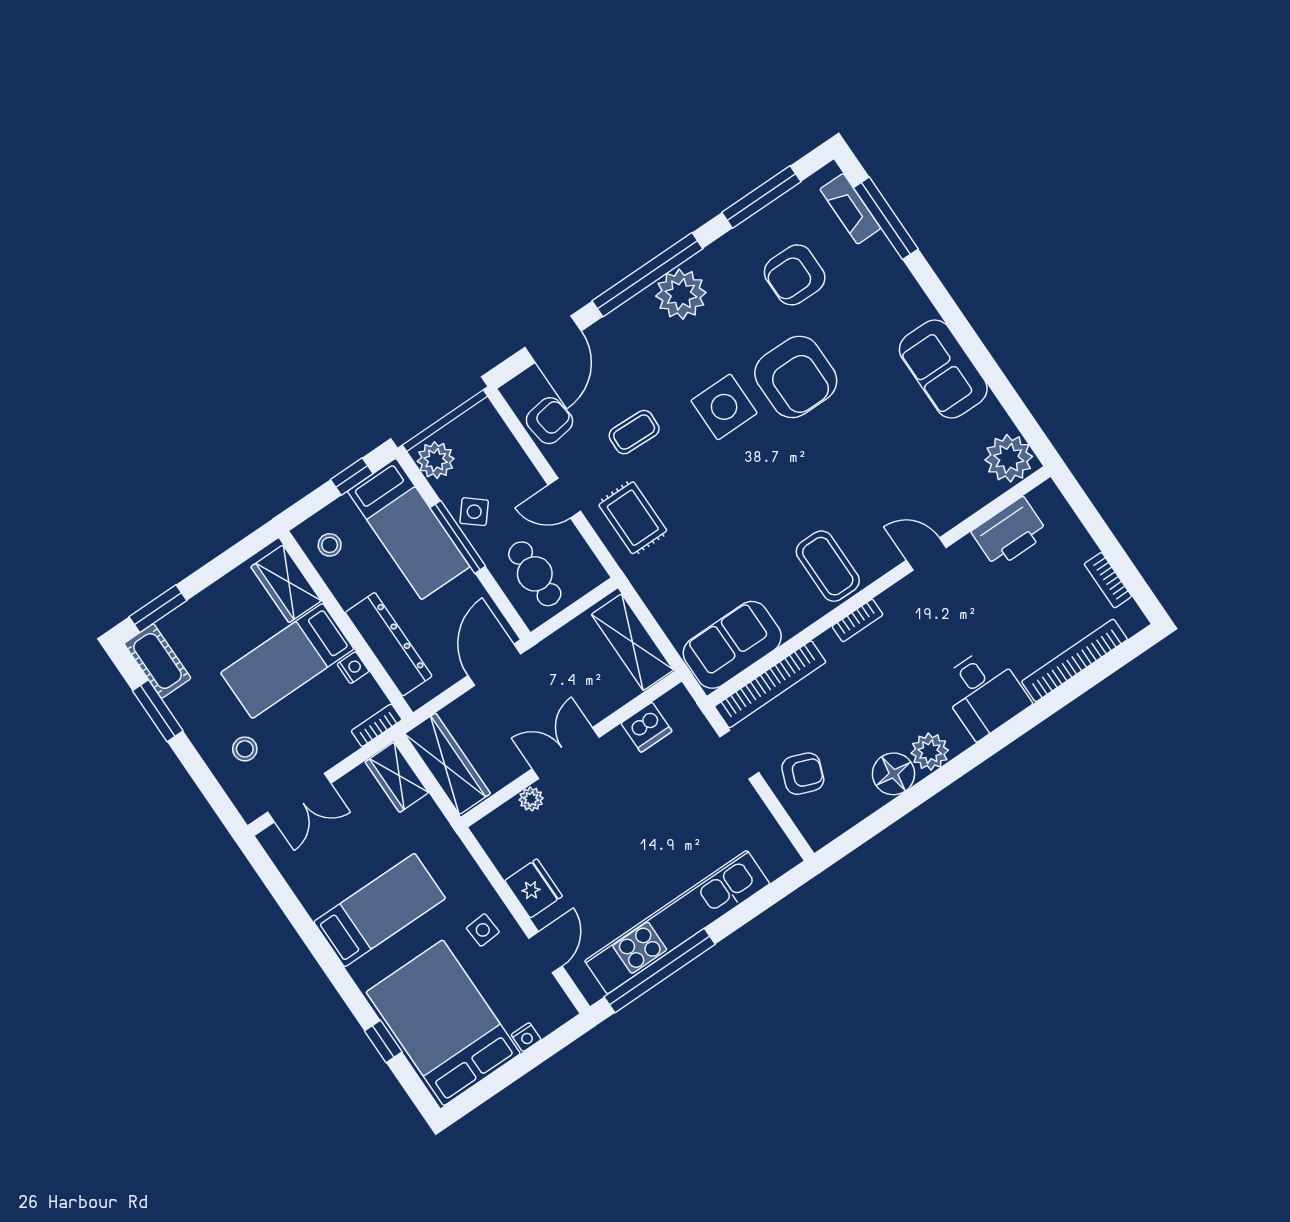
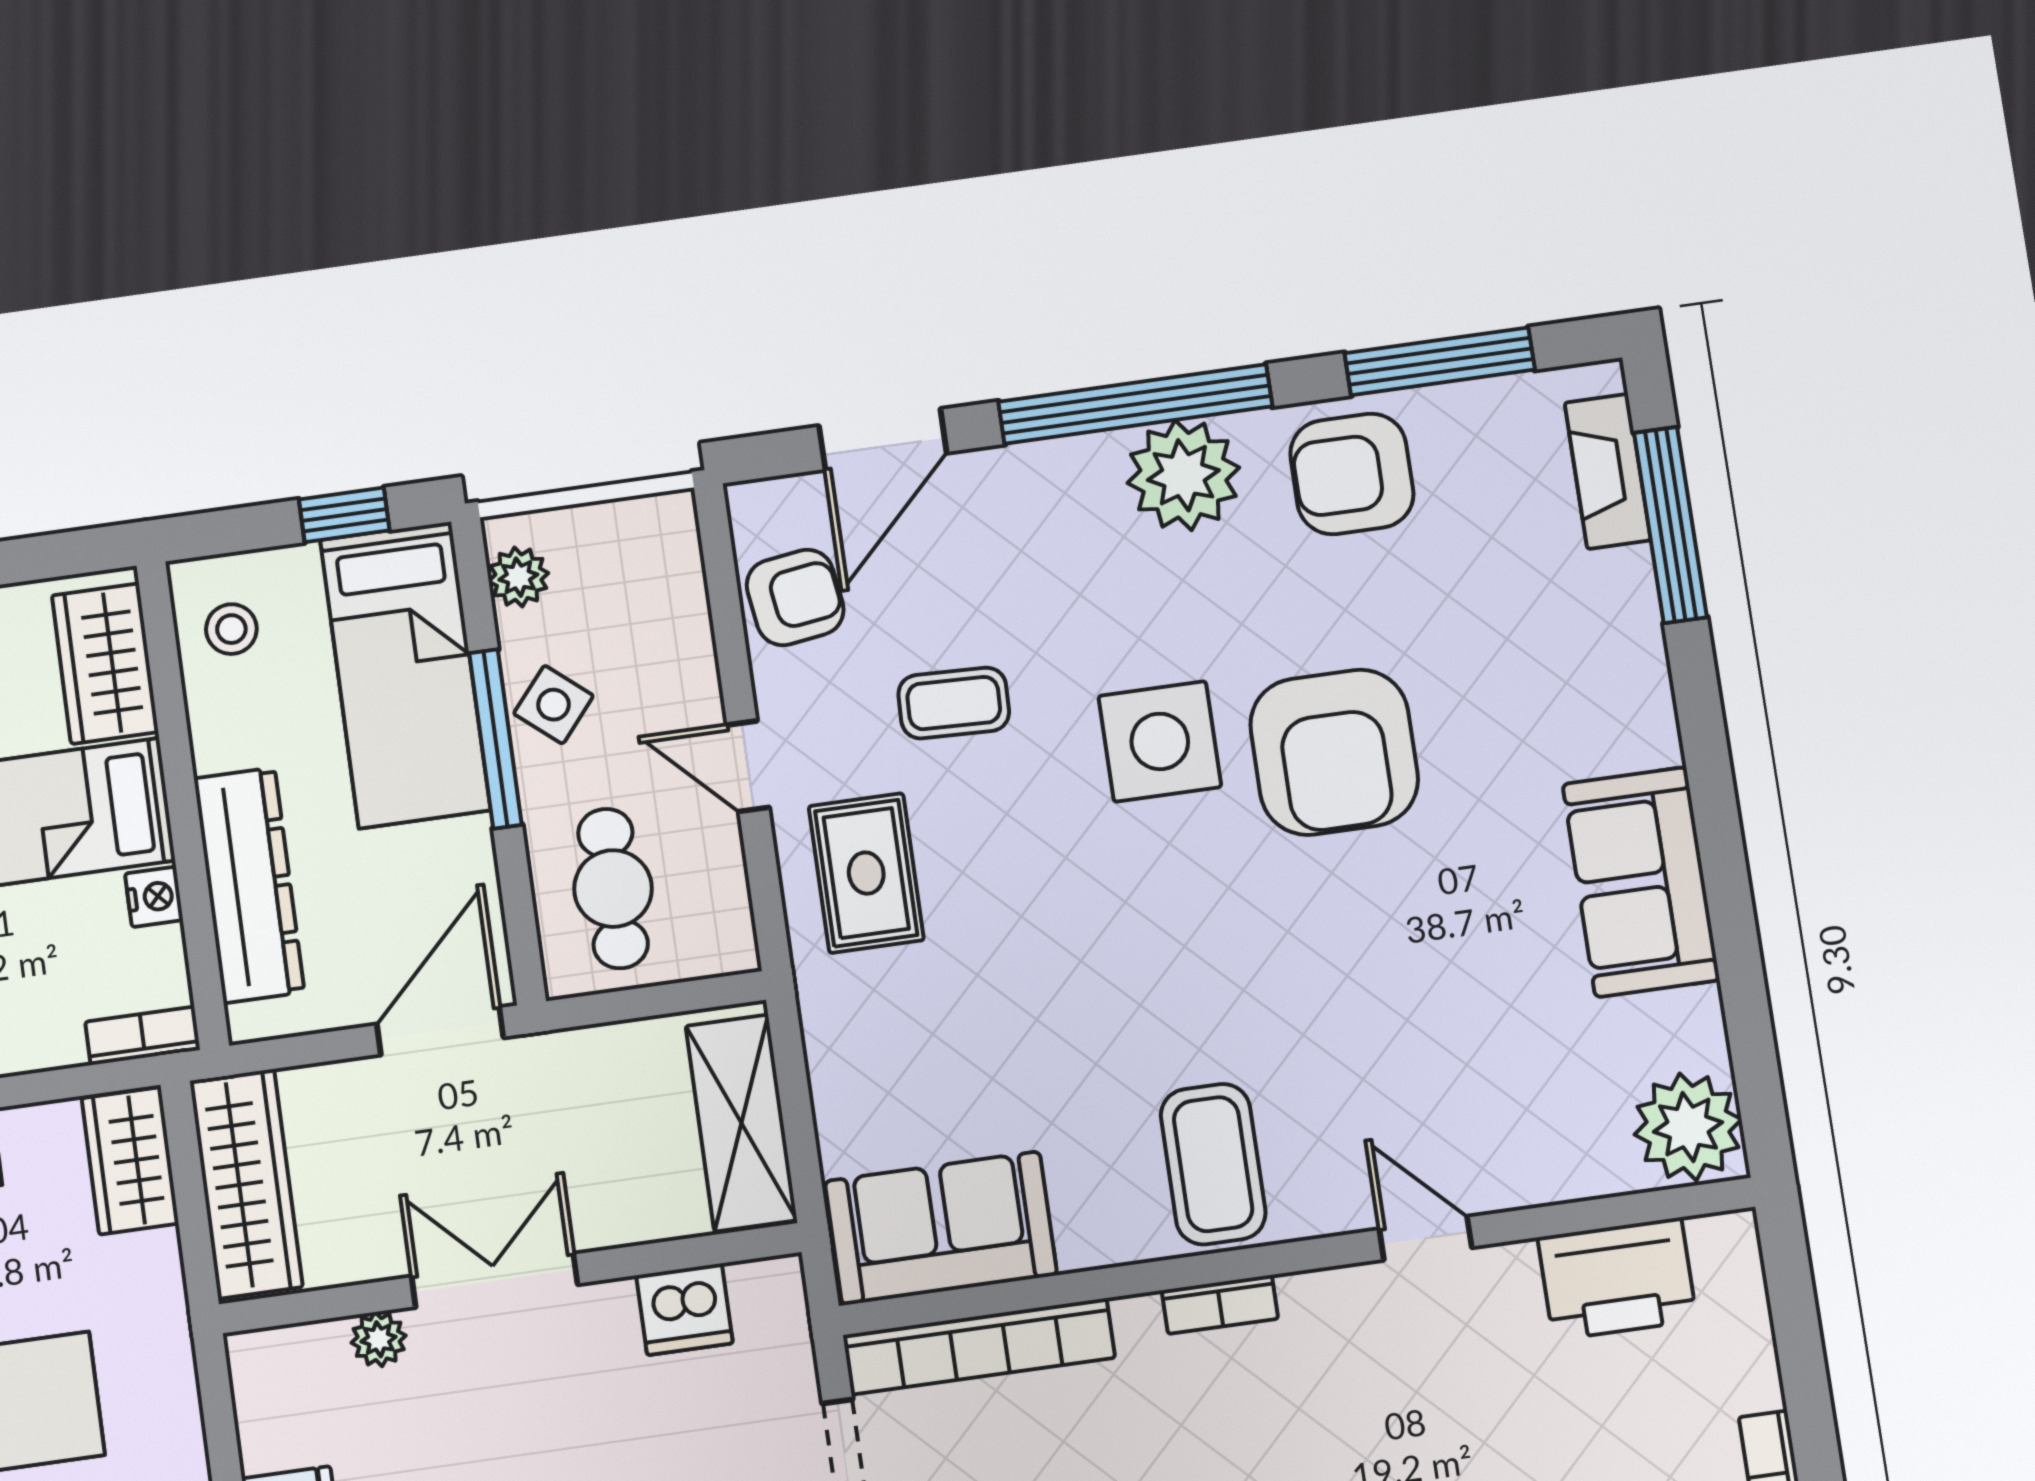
armchair: (795, 275) -> (1352, 474), moved
plant: (436, 460) -> (518, 577), width x0.73, depth x0.73

